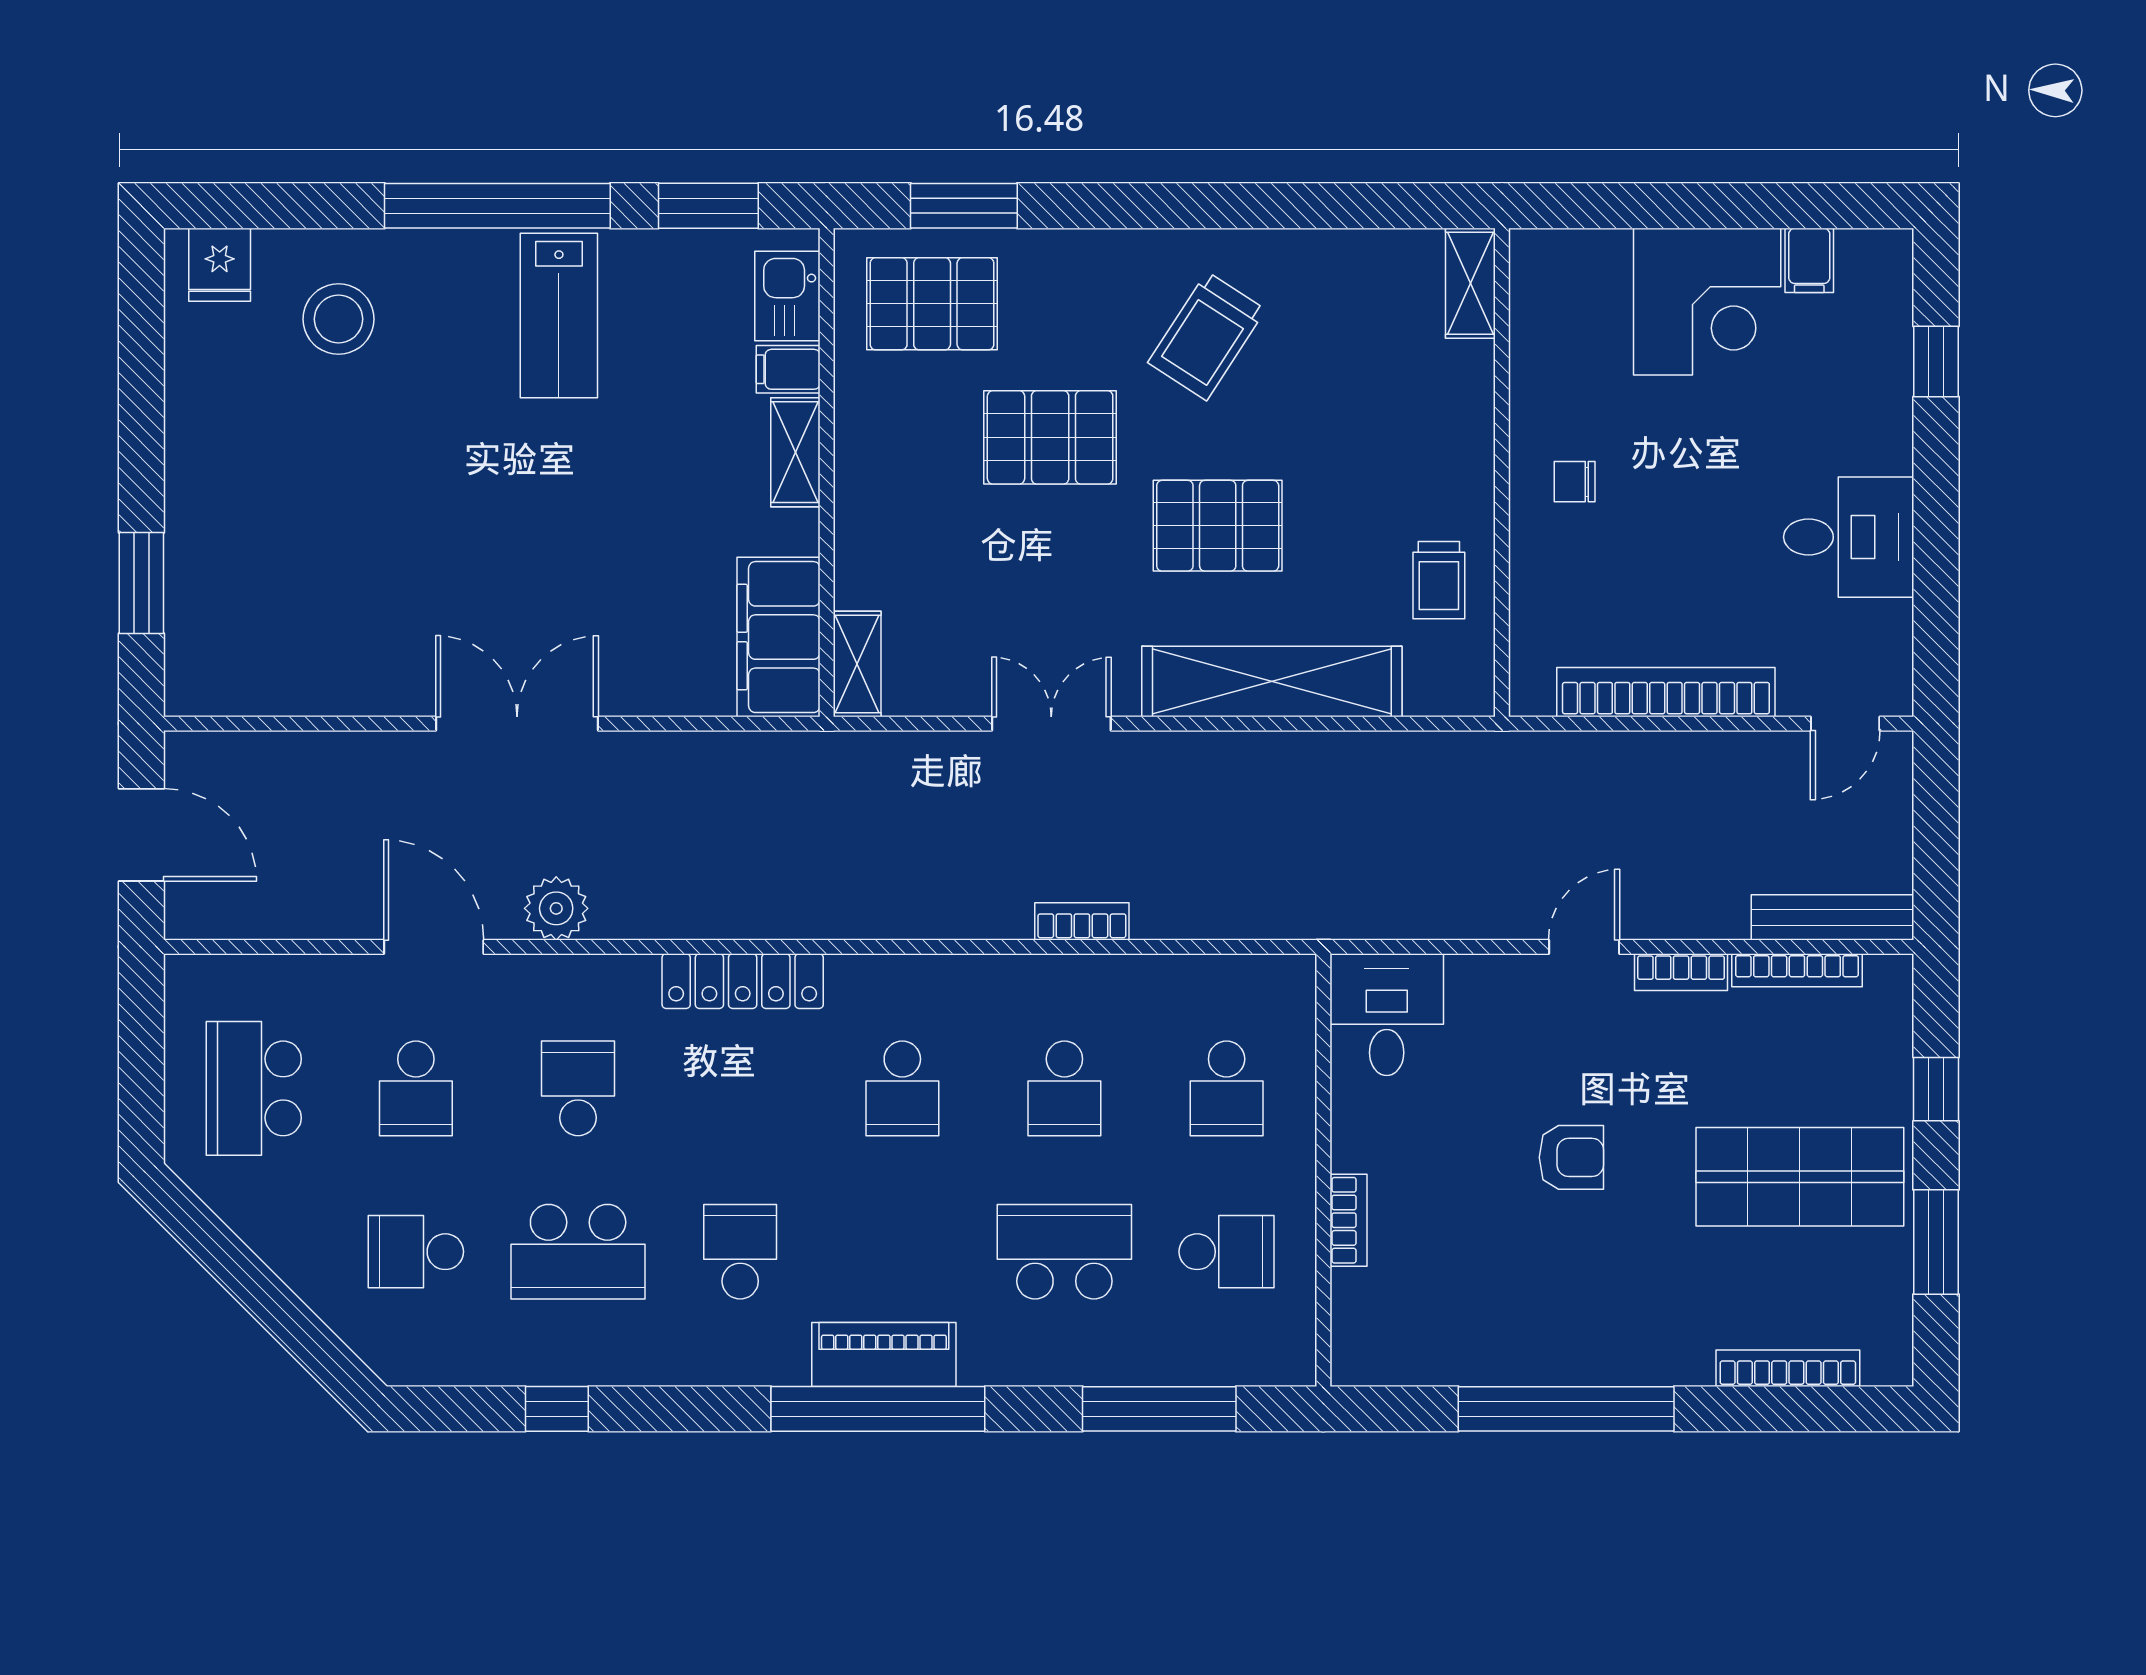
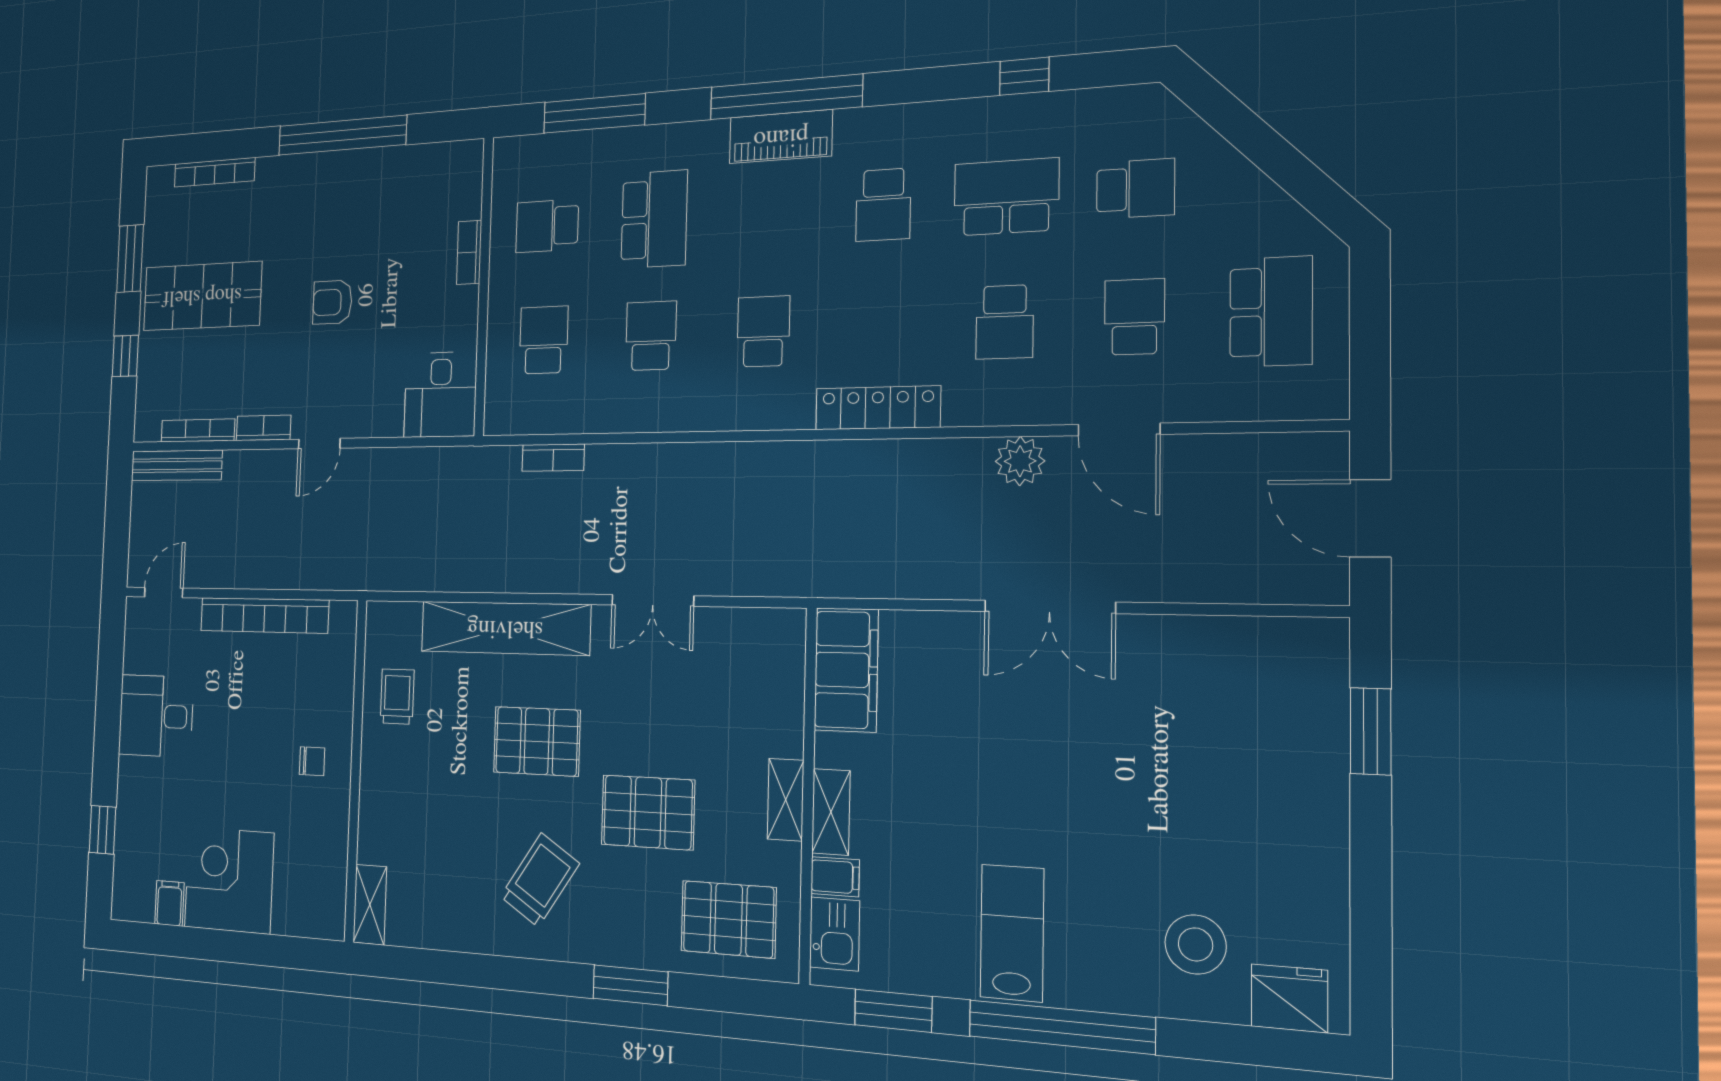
window: (964, 206) -> (630, 985), moved
fridge: (220, 265) -> (1289, 998), width x1.38
shelving: (857, 664) -> (786, 800), moved
bookcase: (1082, 921) -> (553, 458), moved
school desk: (1064, 1252) -> (654, 219), turned -90

